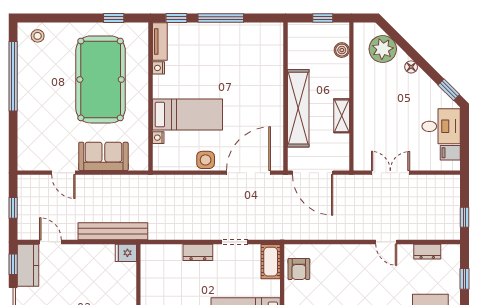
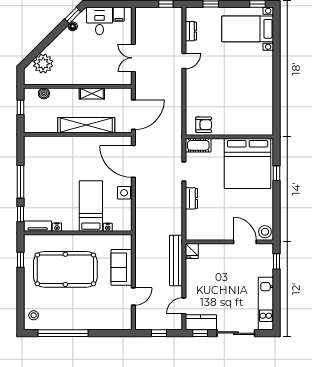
floor lamp: (411, 67) -> (73, 26), moved

